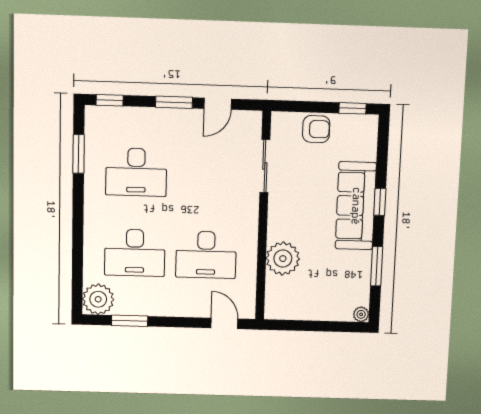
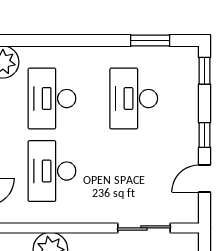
window: (174, 102) -> (204, 135), width x0.67
door: (218, 104) -> (204, 179), hinge flipped

